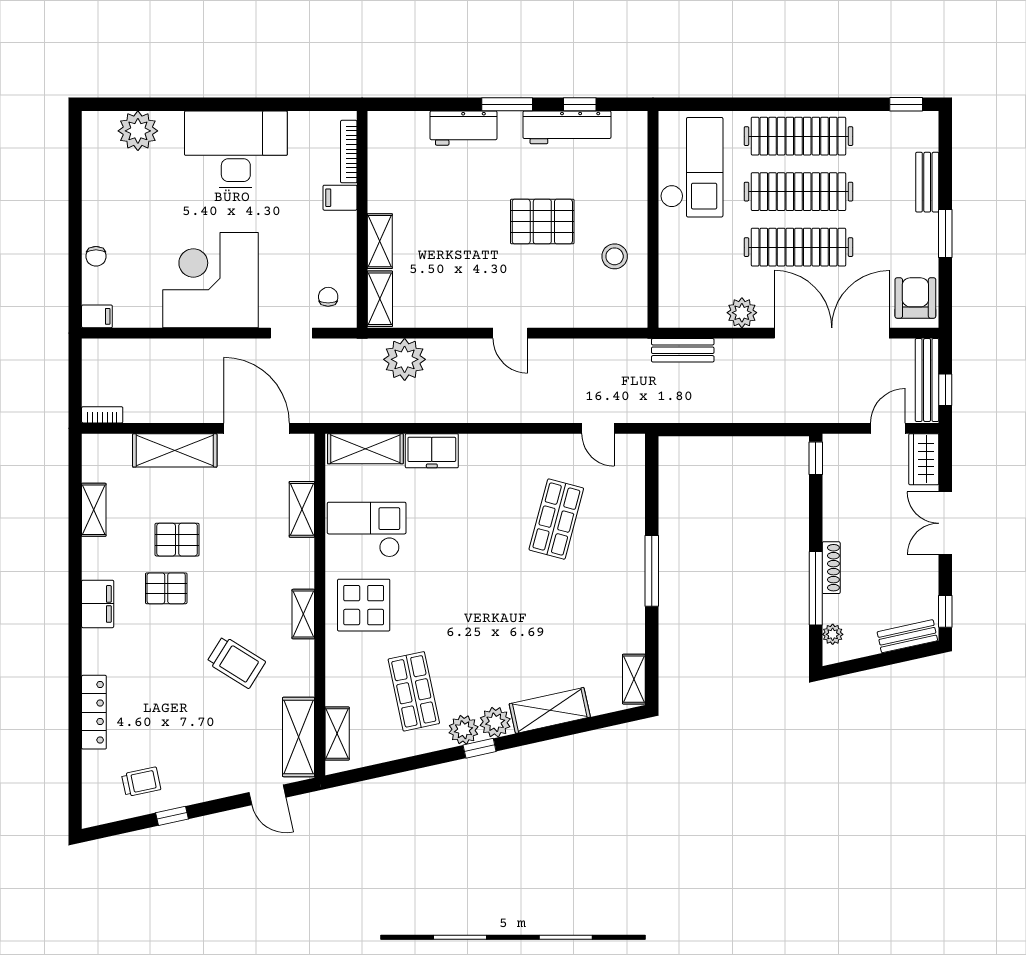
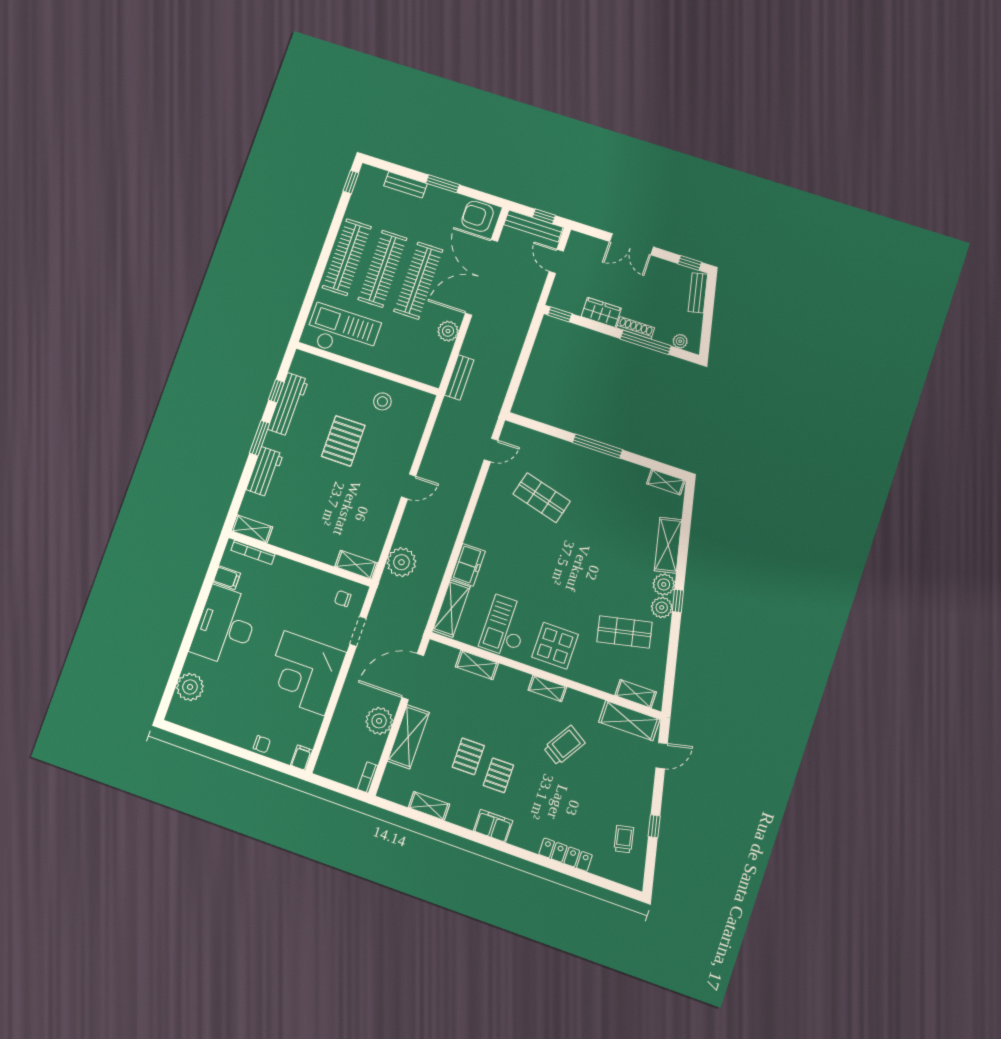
filing cabinet: (340, 198) -> (227, 578), moved, turned -90
shelving: (380, 241) -> (252, 529), moved
plant: (182, 404) -> (379, 721), added
wardrobe: (924, 459) -> (601, 312), moved, turned 180

